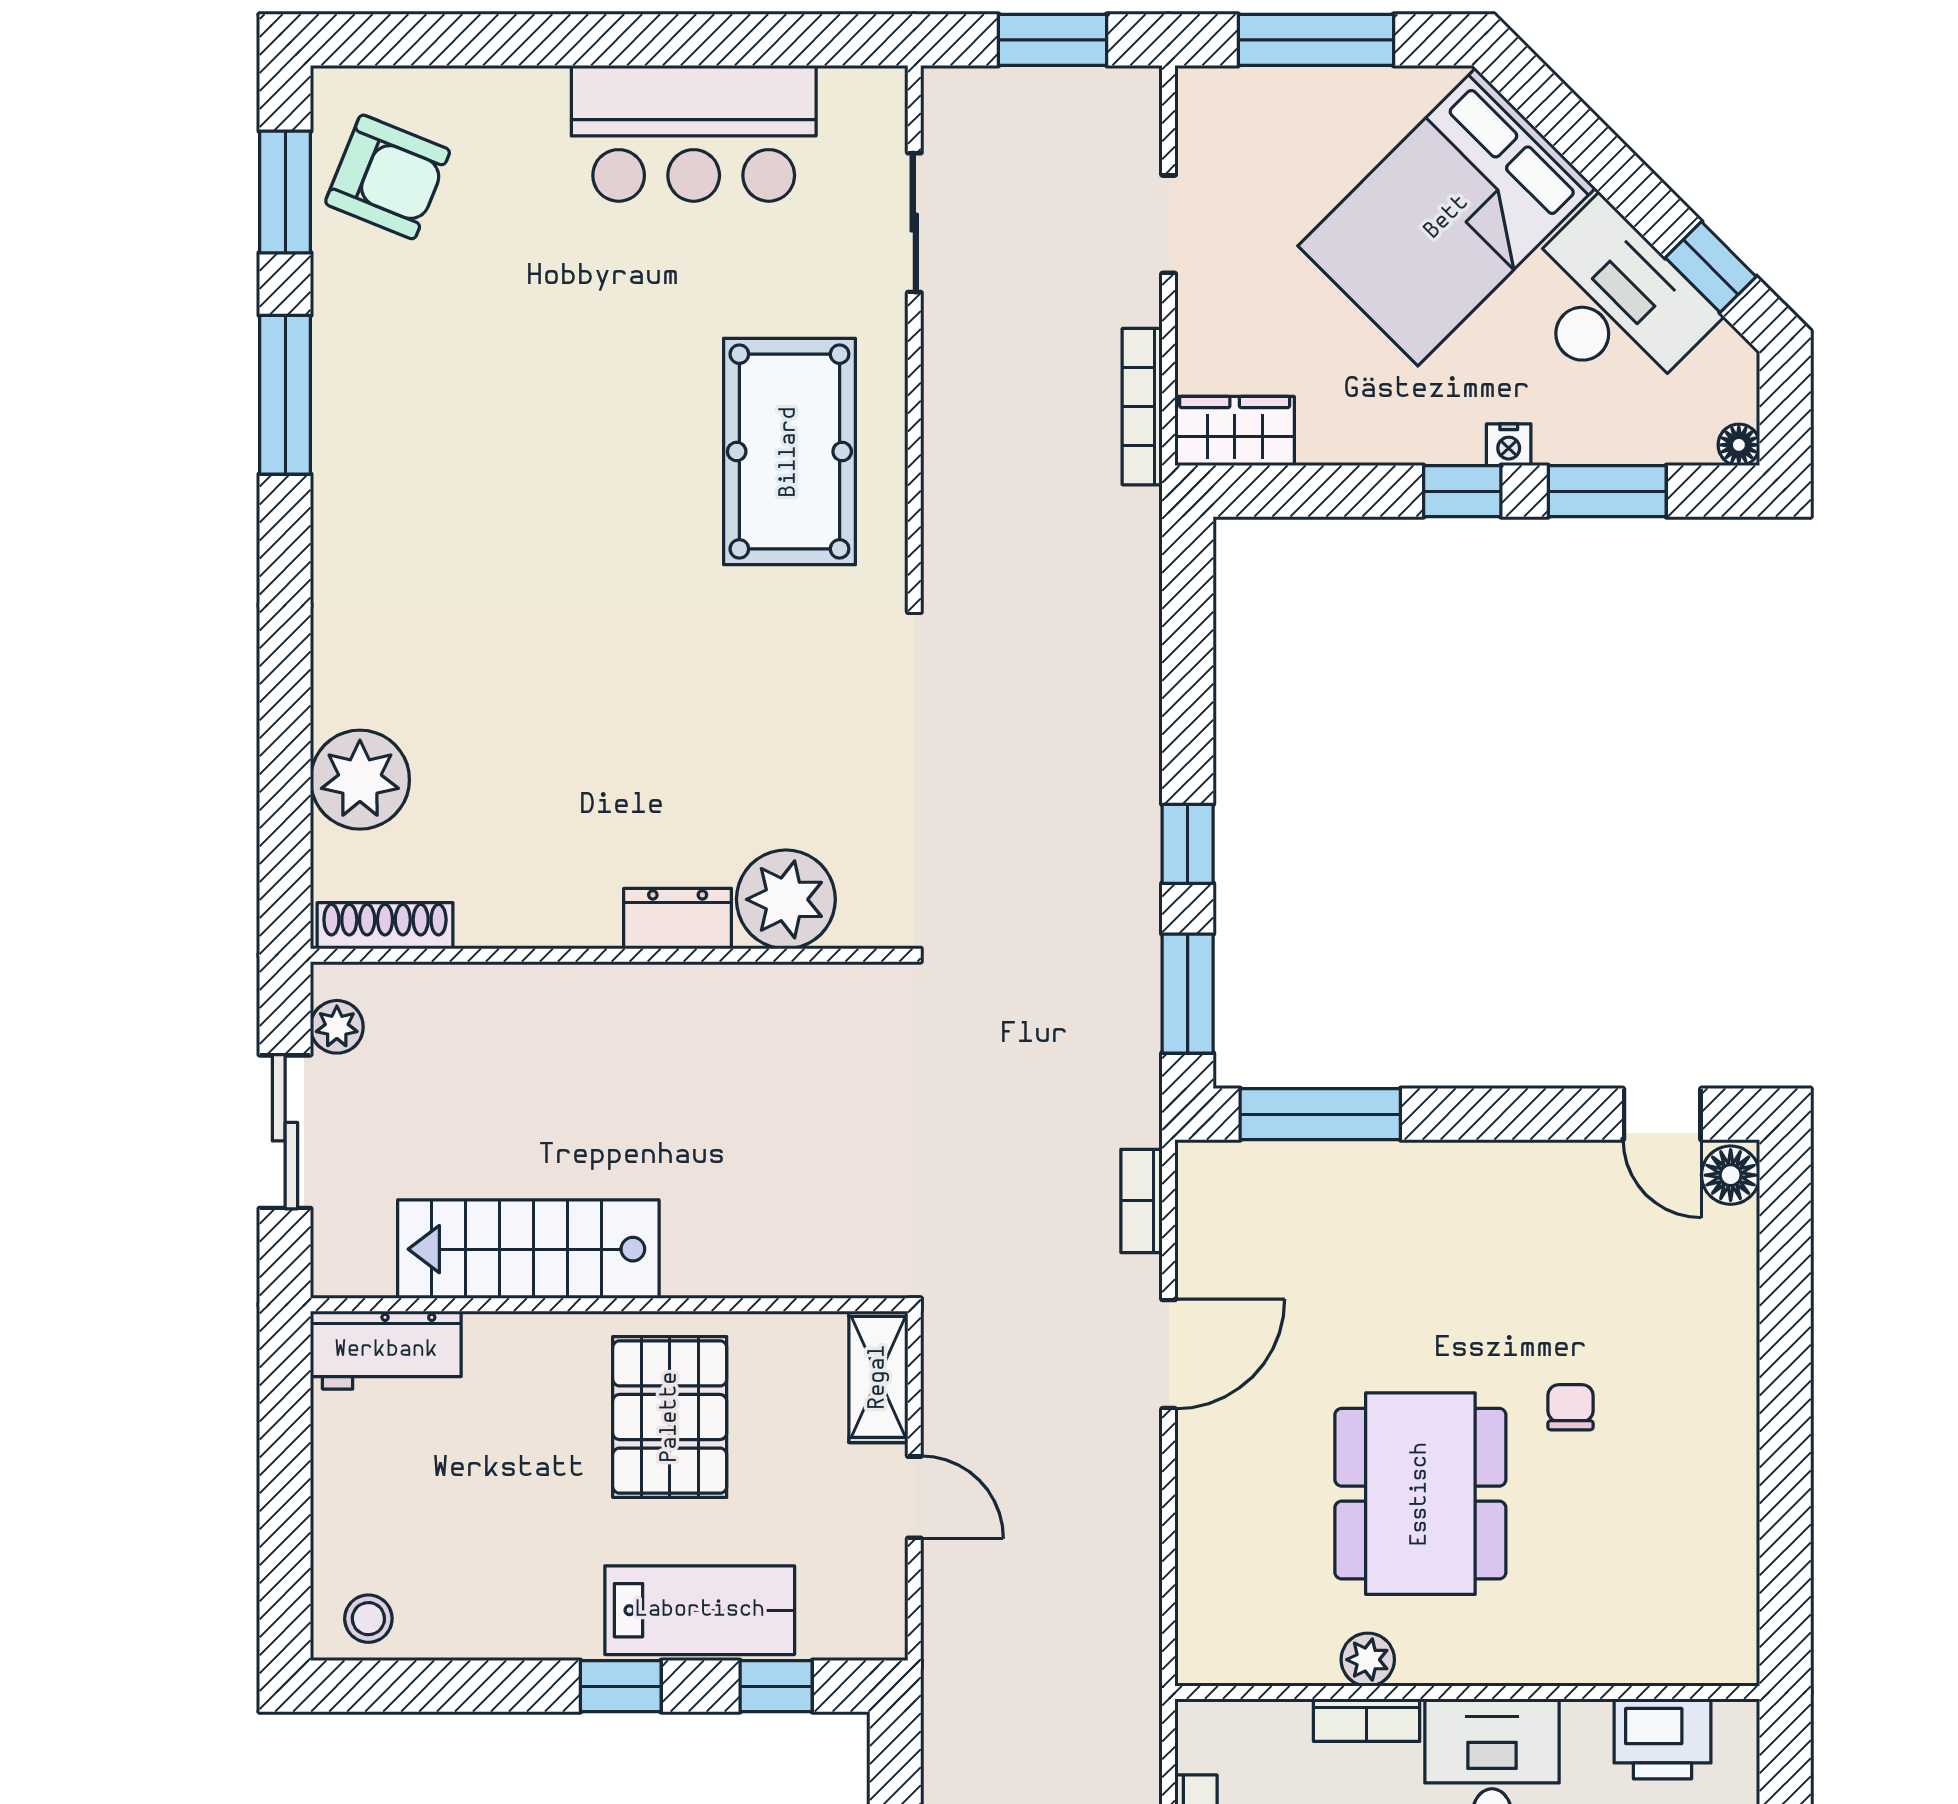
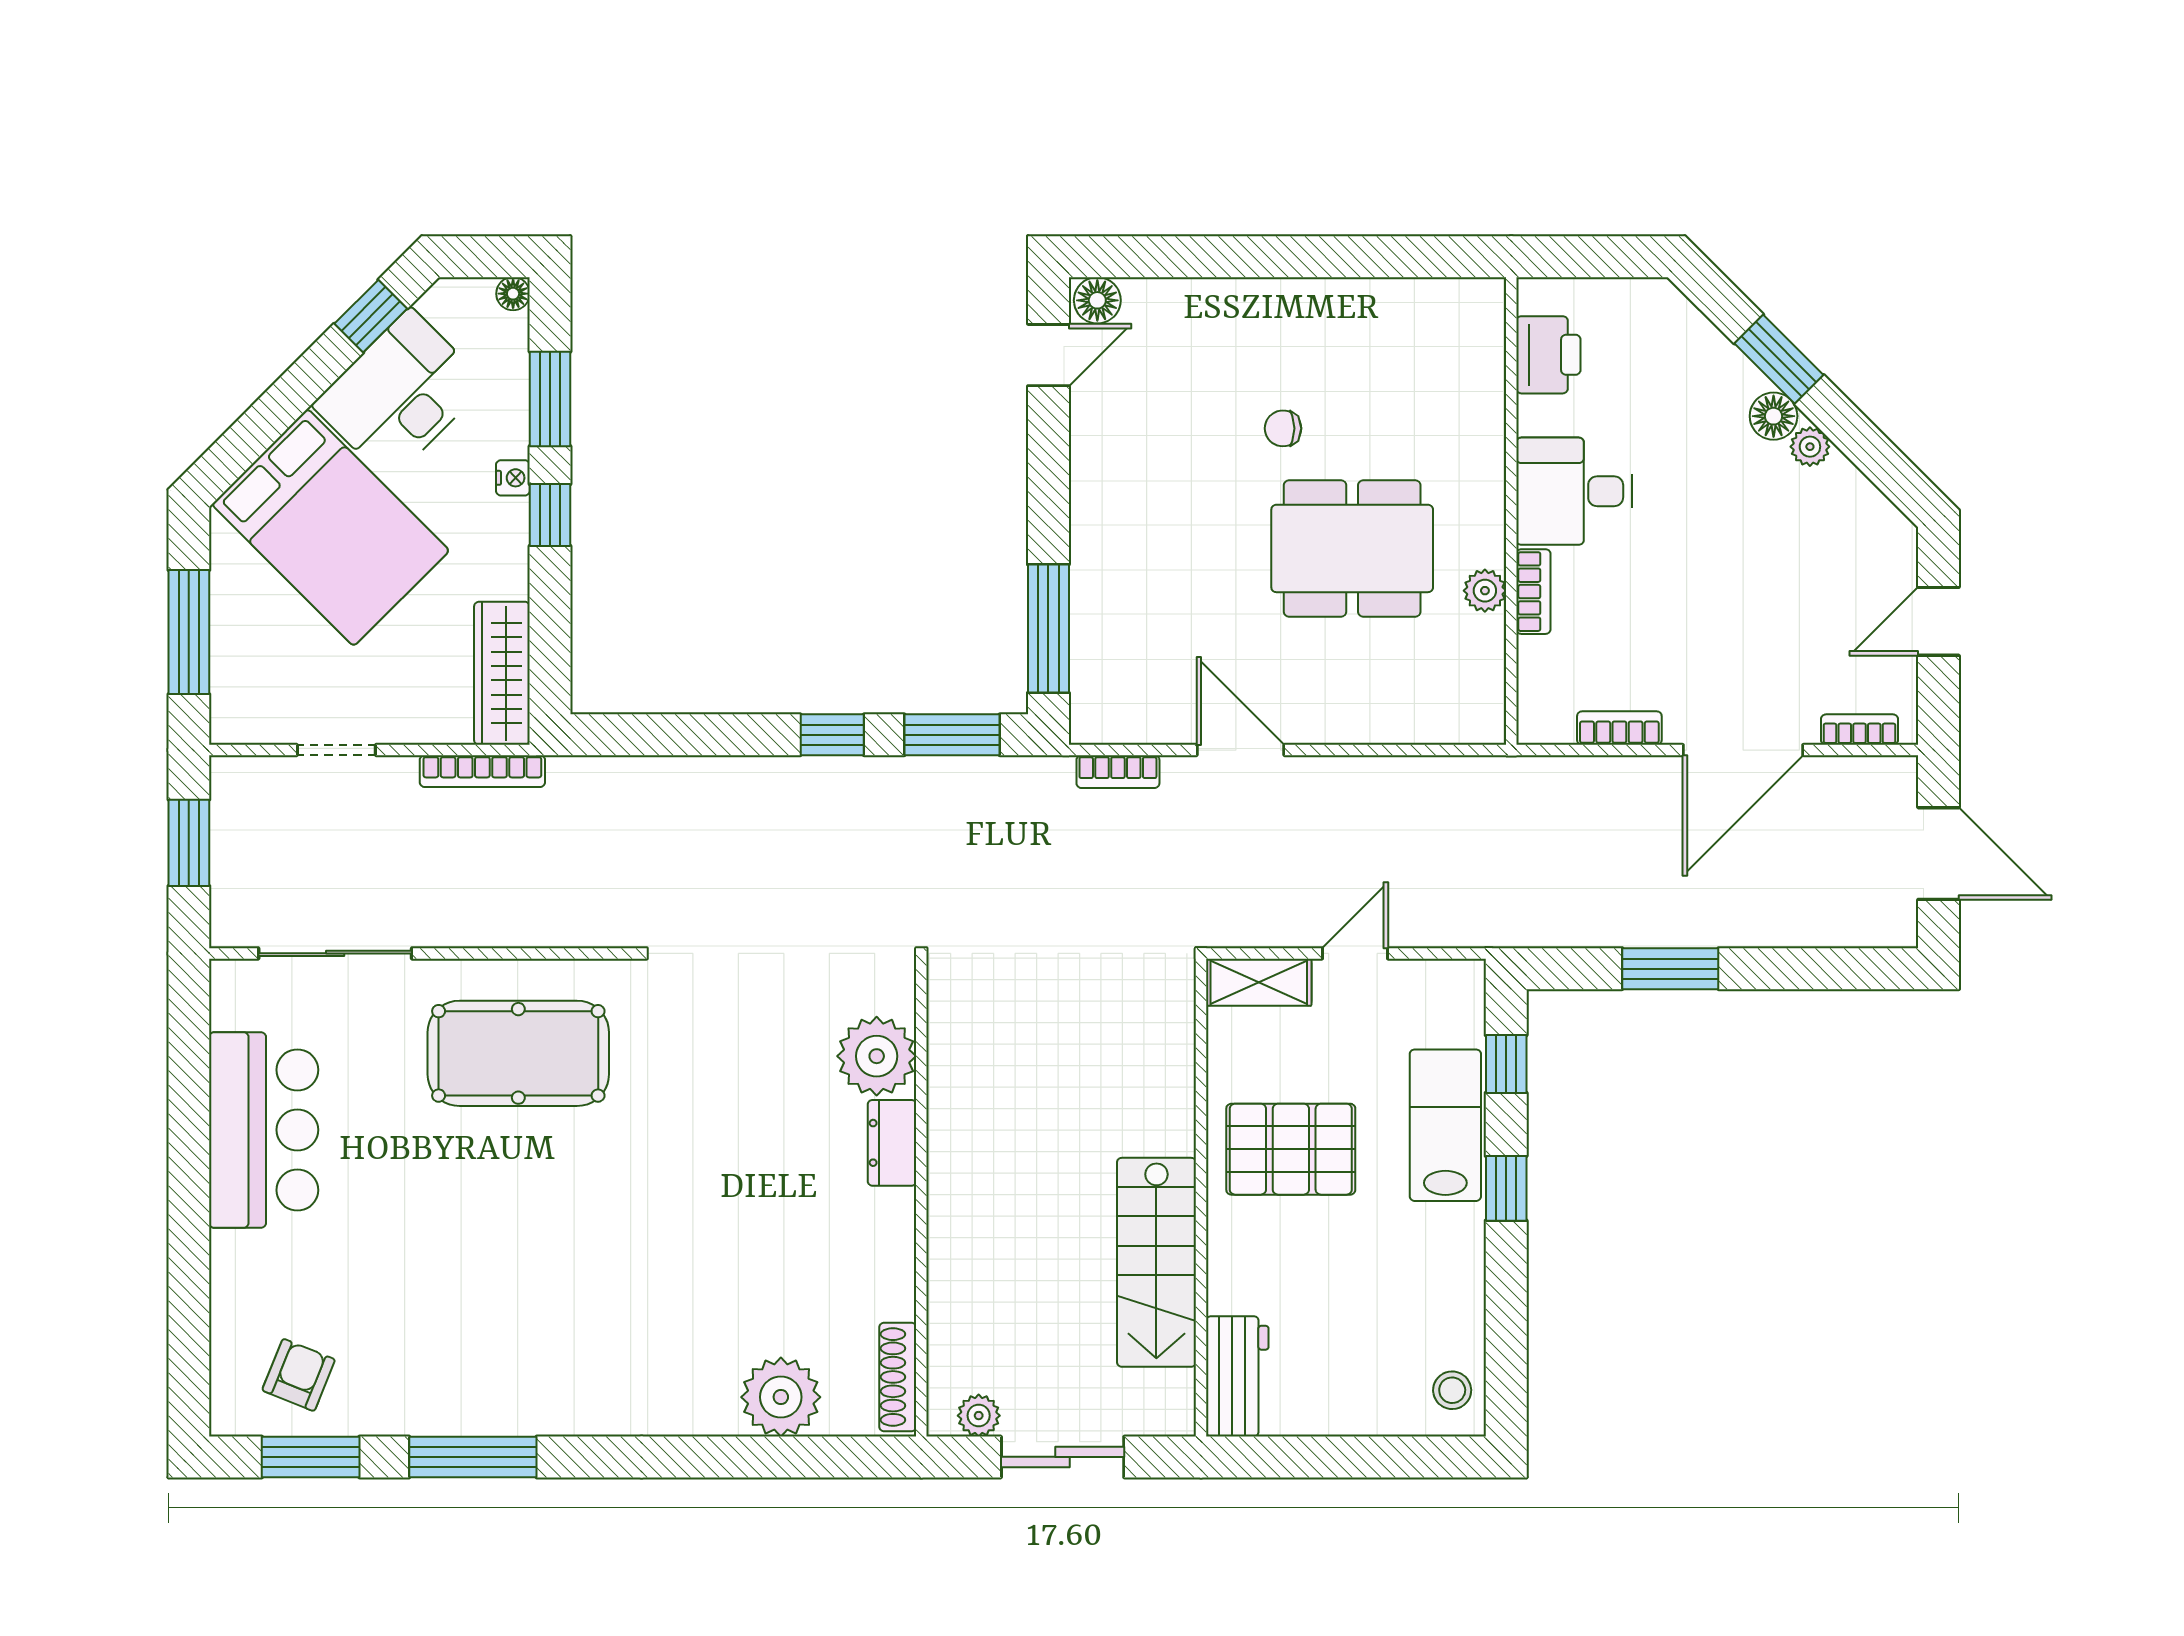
armchair: (388, 177) -> (299, 1375), width x0.72, depth x0.72
sliding door: (914, 223) -> (335, 953), width x1.37
wardrobe: (1235, 431) -> (502, 673), width x1.50

